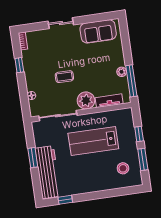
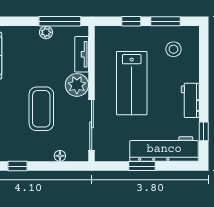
coffee table: (64, 77) -> (41, 109), width x1.86, depth x1.72
workbench: (87, 186) -> (190, 100), added

